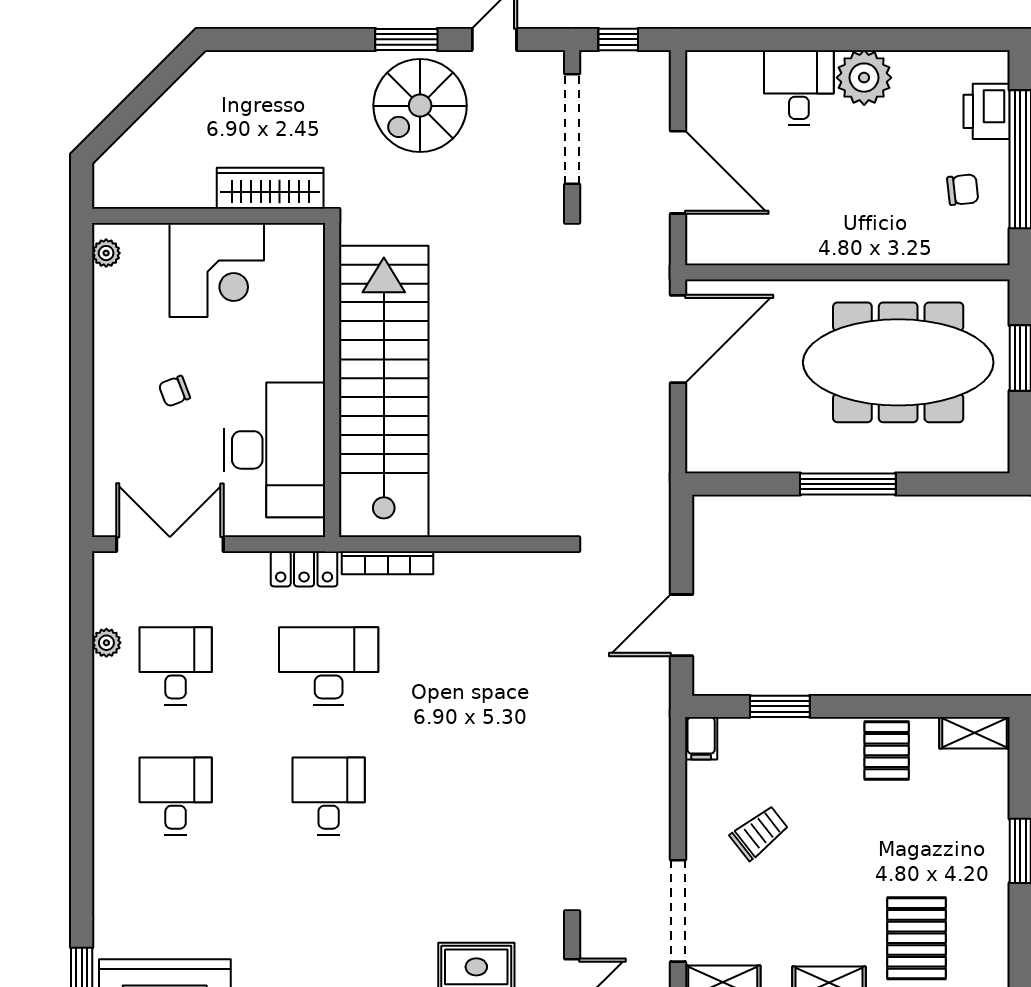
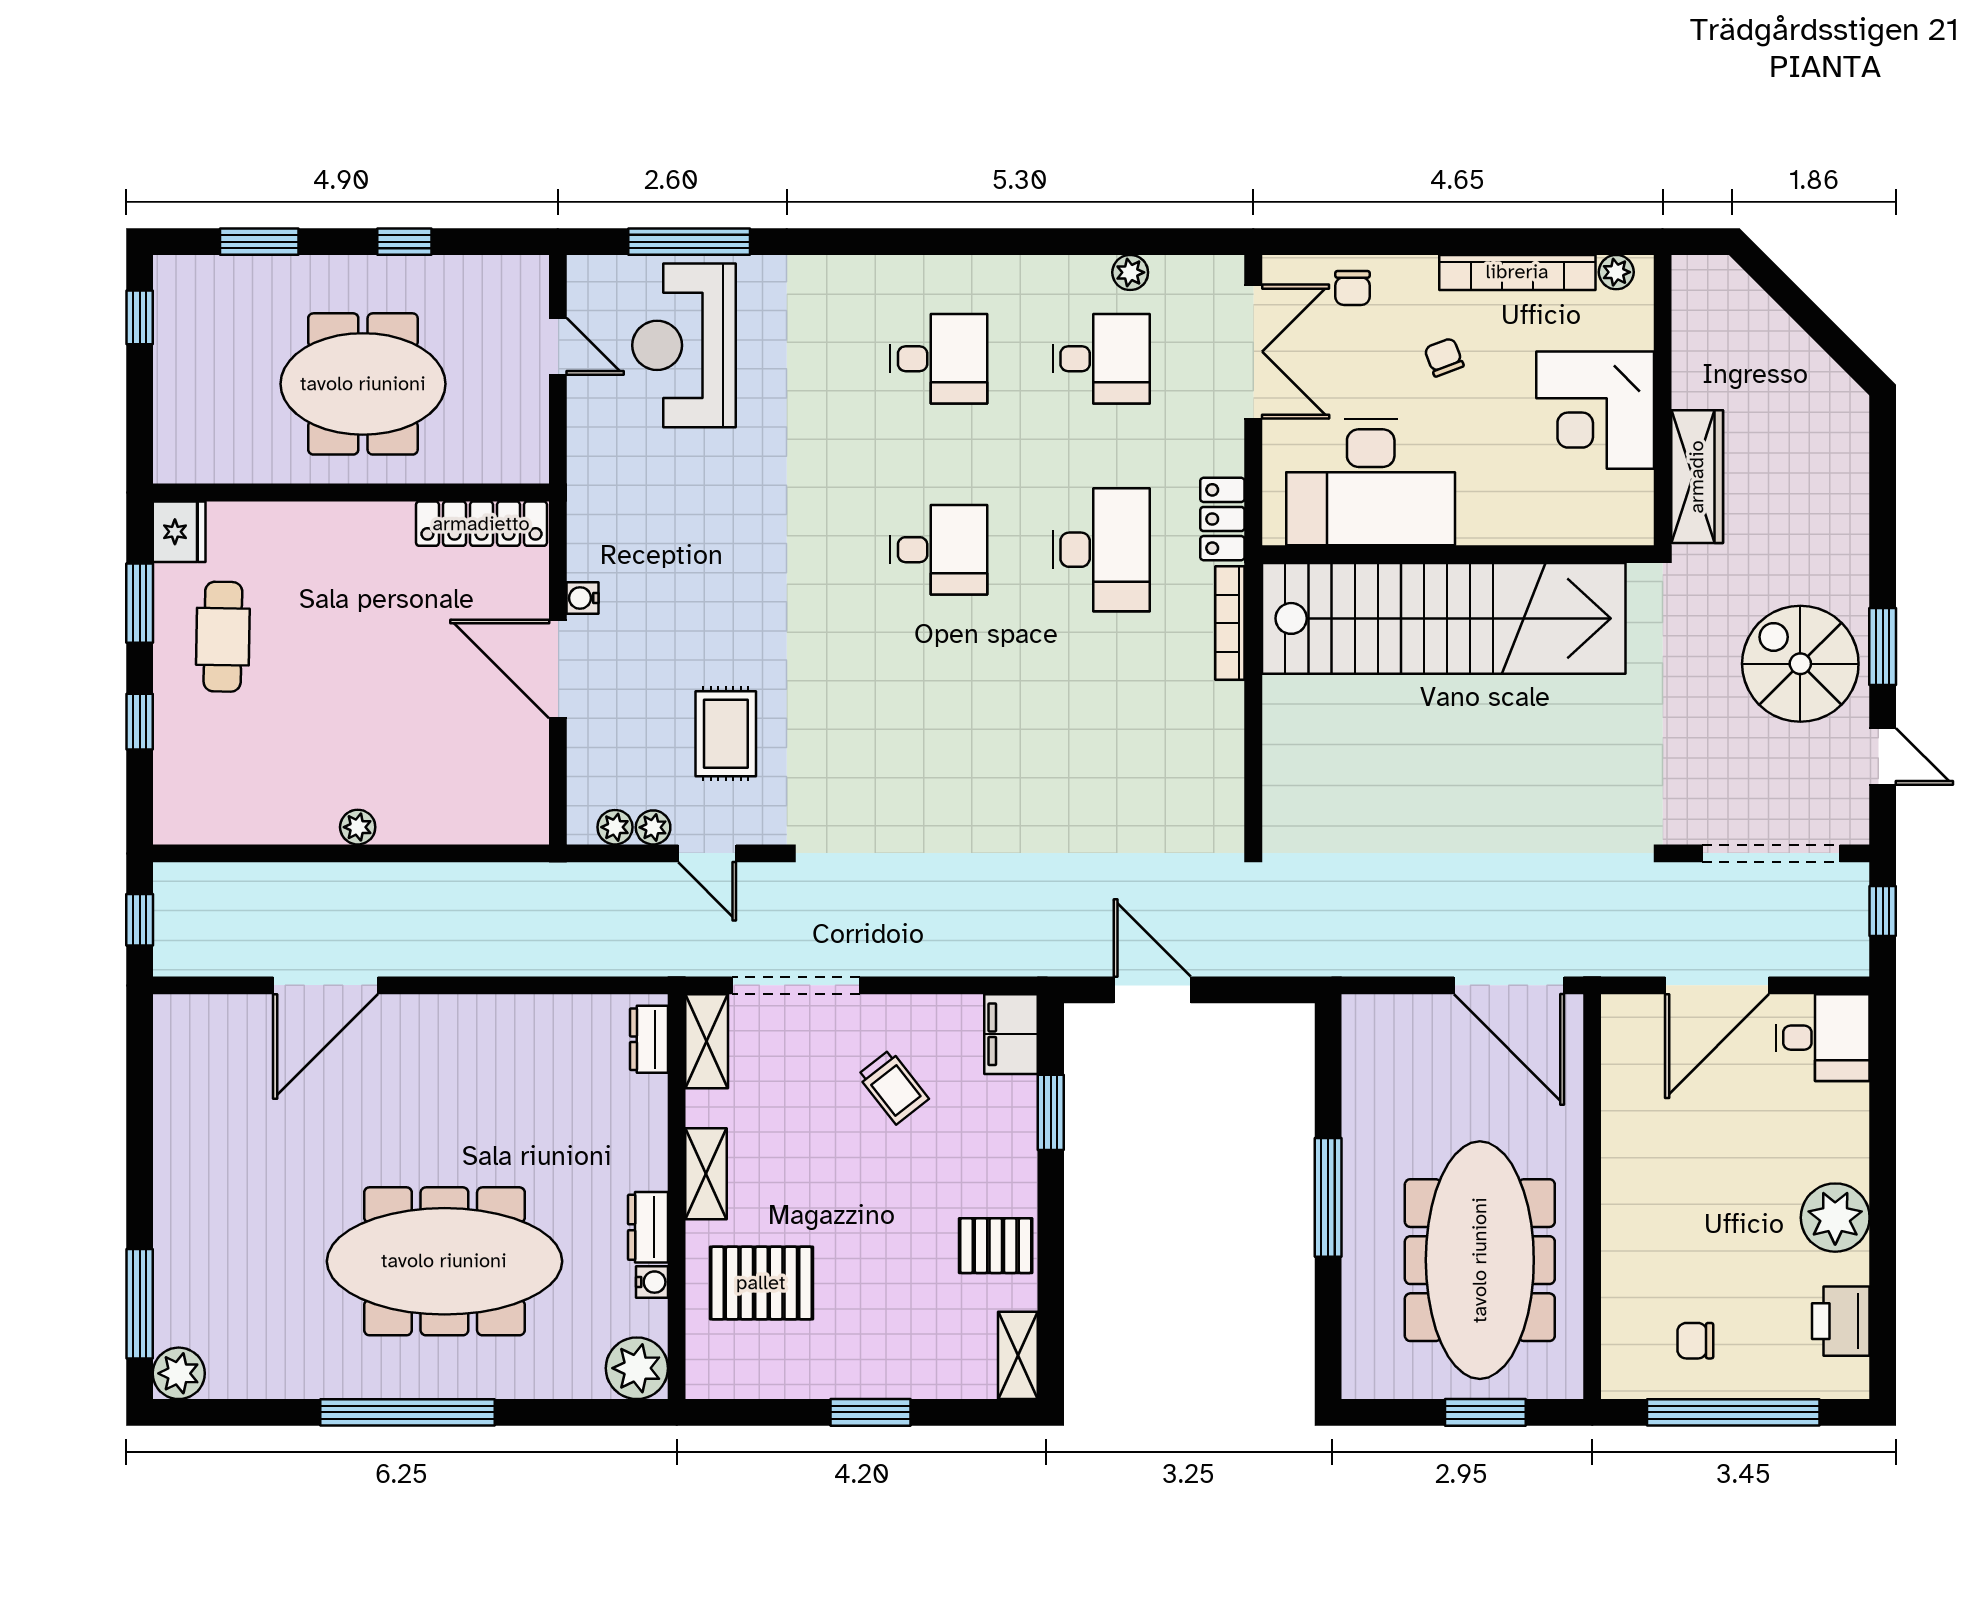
desk: (799, 88) -> (1823, 1038), moved
printer: (987, 111) -> (1841, 1321), moved, turned -90
chair: (963, 190) -> (1695, 1341), turned 96
bookcase: (106, 332) -> (1517, 272), added
chair: (119, 464) -> (1353, 288), added
filing cabinet: (701, 738) -> (1011, 1034), width x2.00

